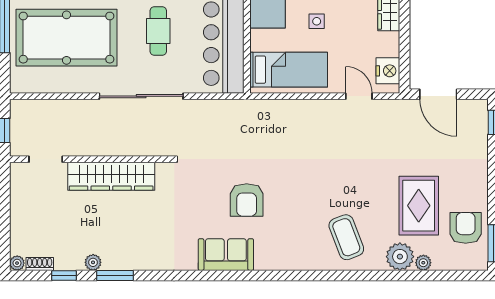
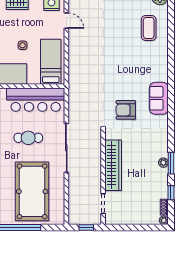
door: (359, 96) -> (66, 21), swing flipped
armchair: (247, 200) -> (126, 110), moved, turned 180
coffee table: (346, 237) -> (149, 28), turned -69
plant: (93, 262) -> (163, 163), moved

